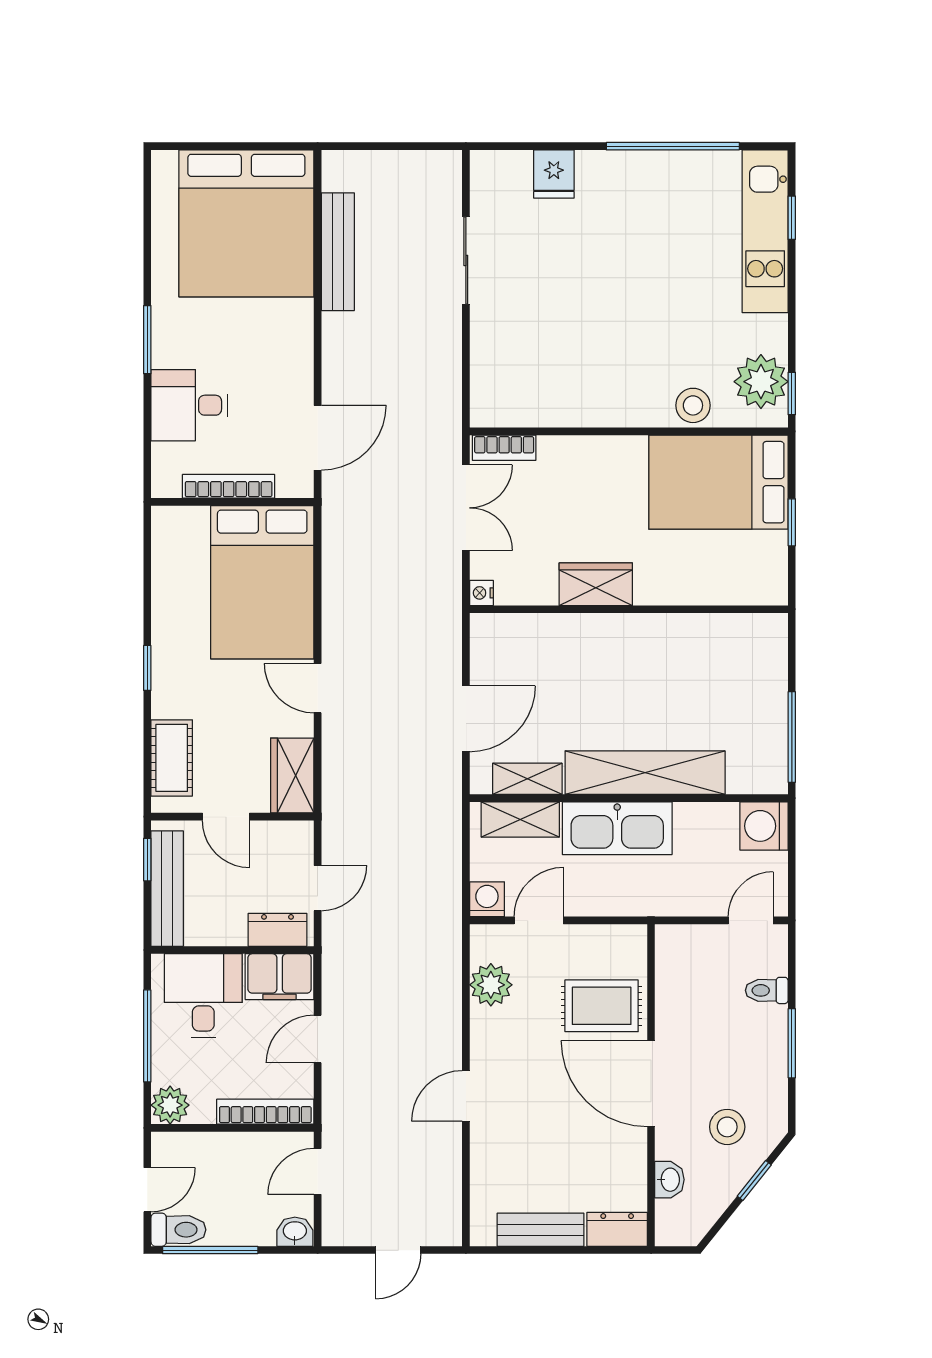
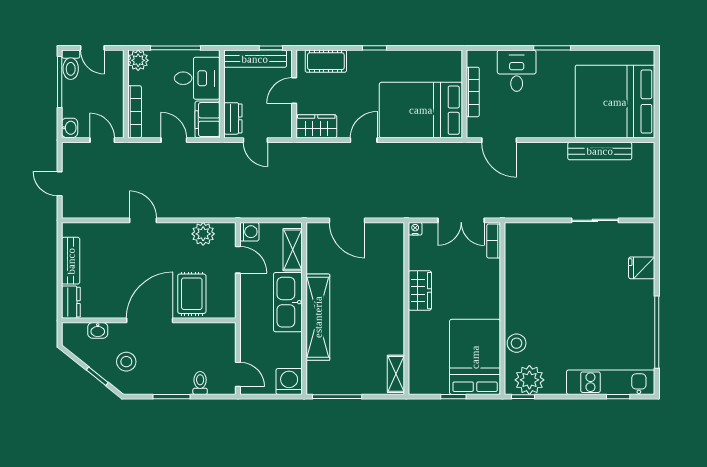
shelving: (527, 779) -> (396, 374), moved

